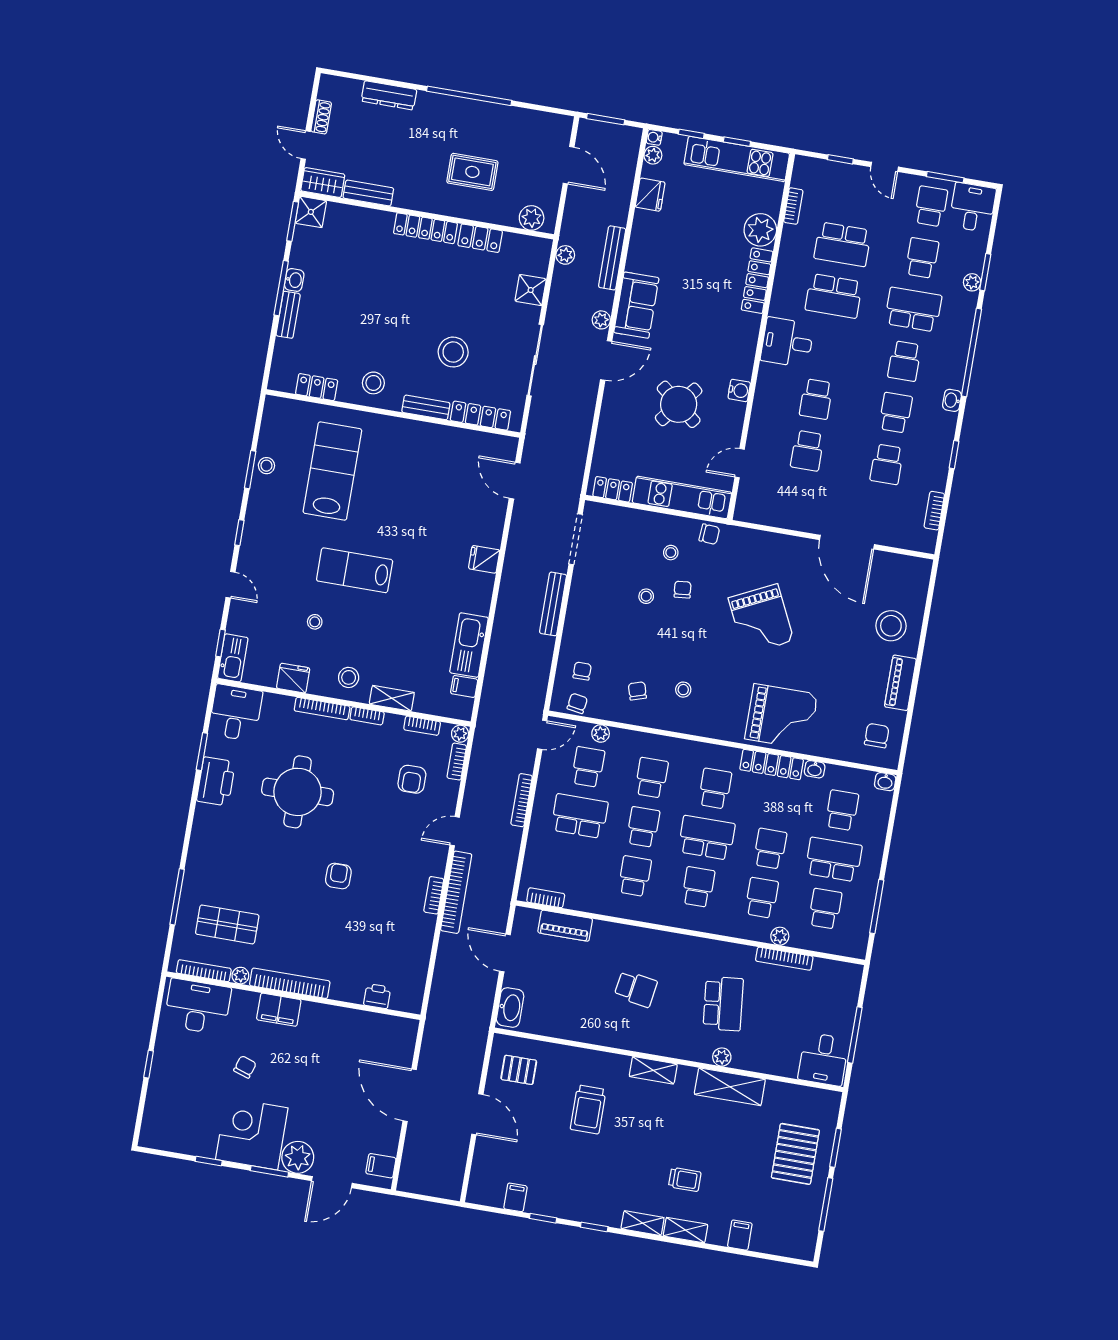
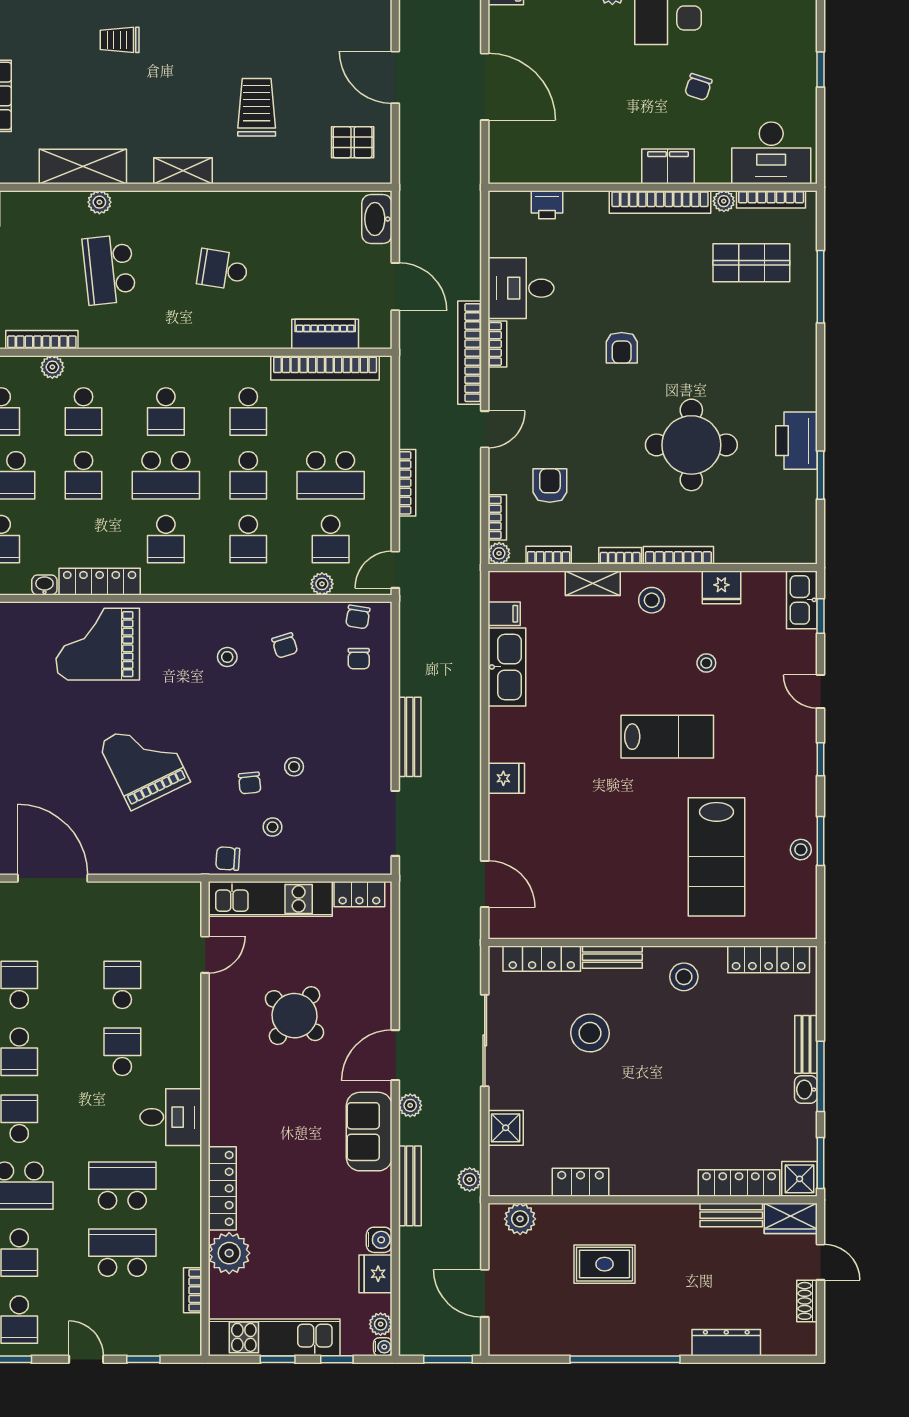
locker: (425, 228) -> (739, 1183), moved
locker: (317, 387) -> (769, 959), width x1.53
water cooler: (739, 390) -> (379, 1240), moved, turned 180
desk: (235, 713) -> (521, 288), moved, turned 90
bookcase: (546, 898) -> (325, 368), width x2.31, depth x1.31

